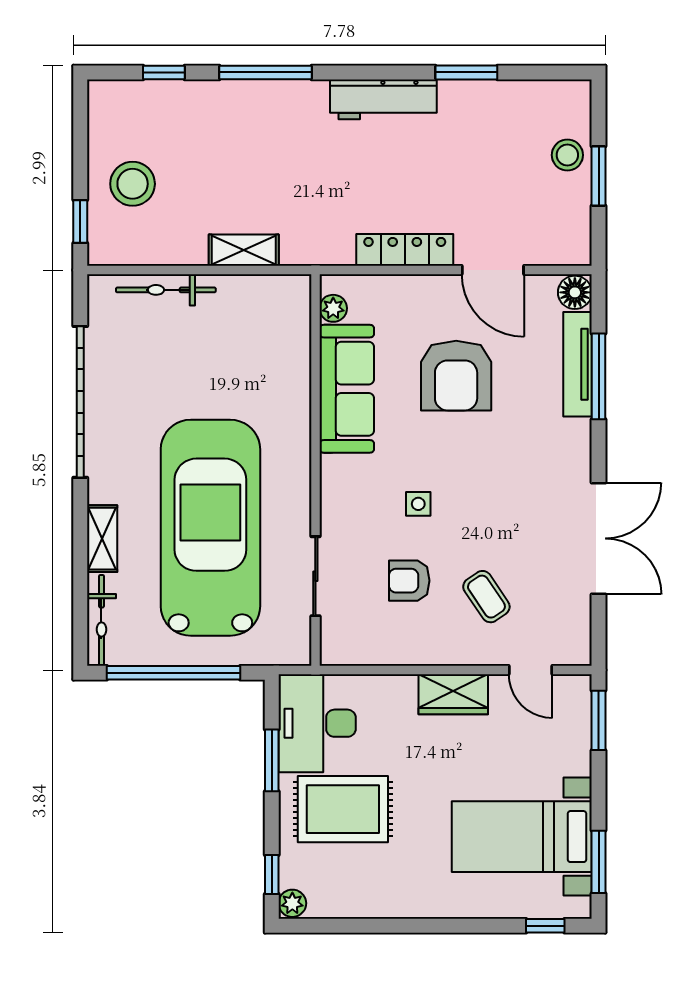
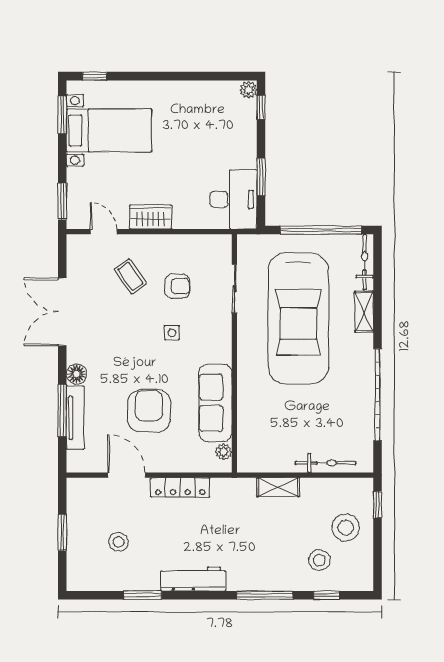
stool: (176, 130) -> (319, 560), added
stool: (567, 155) -> (119, 542), moved
floor lamp: (575, 292) -> (77, 374), moved
rug: (343, 809) -> (218, 147), removed

